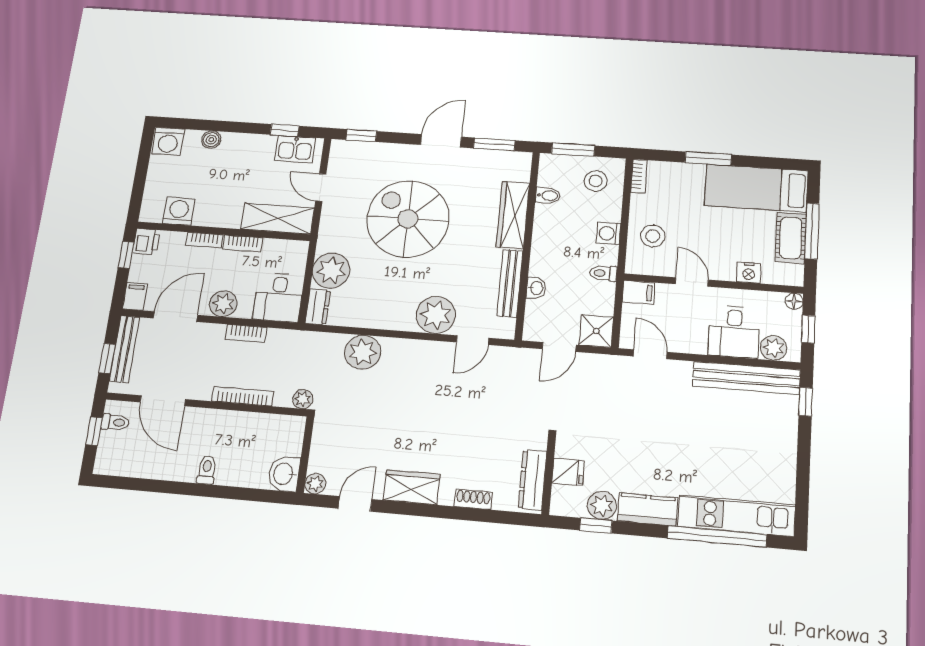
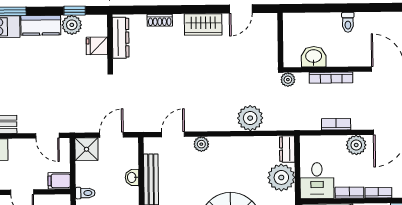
desk: (278, 297) -> (317, 181), moved, turned 180
plant: (436, 315) -> (201, 144), width x0.53, depth x0.53
washbasin: (284, 474) -> (314, 57), moved, turned -90
plant: (315, 484) -> (270, 20), removed

